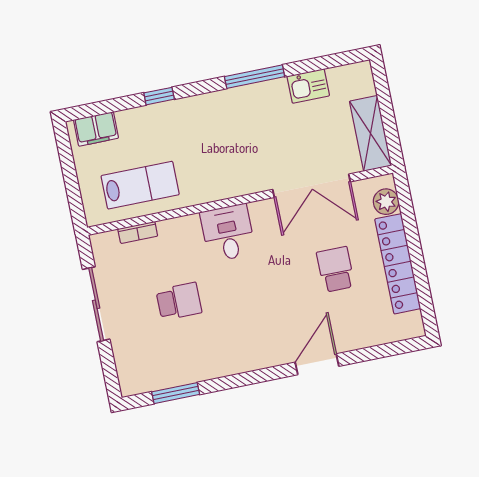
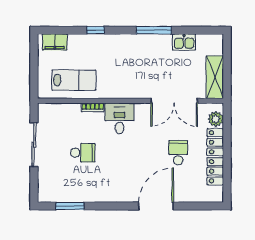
bookcase: (138, 232) -> (93, 107), moved
door: (317, 364) -> (156, 206), width x1.36

